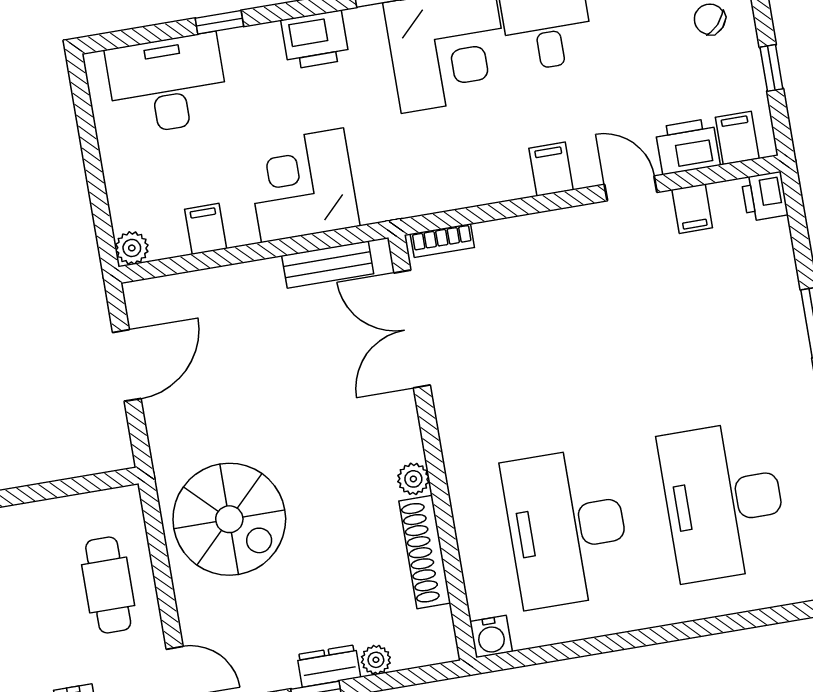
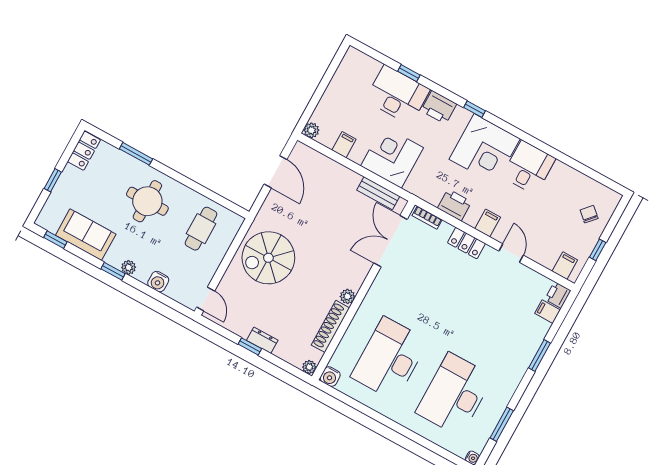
desk: (167, 84) -> (397, 95), moved
printer: (688, 146) -> (455, 205), moved
filing cabinet: (692, 209) -> (548, 312), moved, turned 90
locker: (542, 231) -> (466, 243), added
door: (127, 365) -> (276, 172), hinge flipped
spiral stairs: (229, 519) -> (268, 258), turned 90
cafe table: (108, 585) -> (201, 229), moved
plant: (376, 660) -> (309, 367), moved

